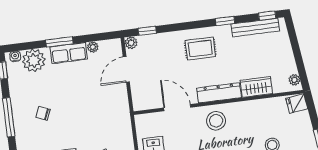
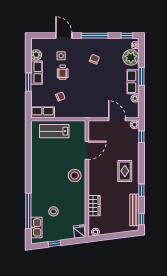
dresser: (219, 93) -> (93, 180), removed

